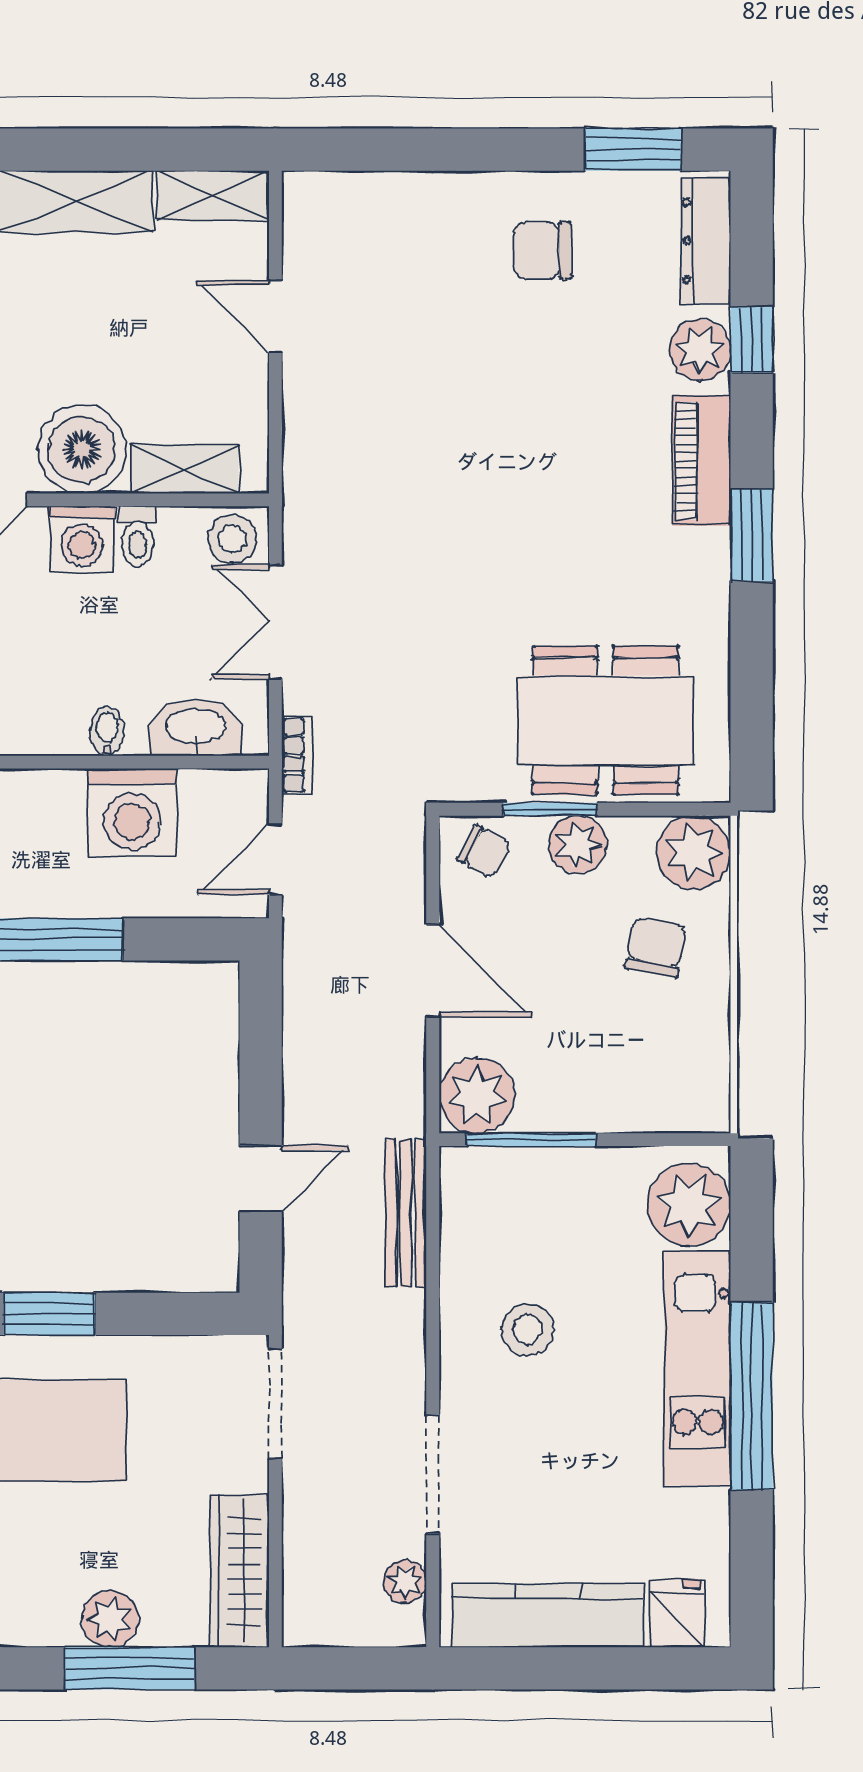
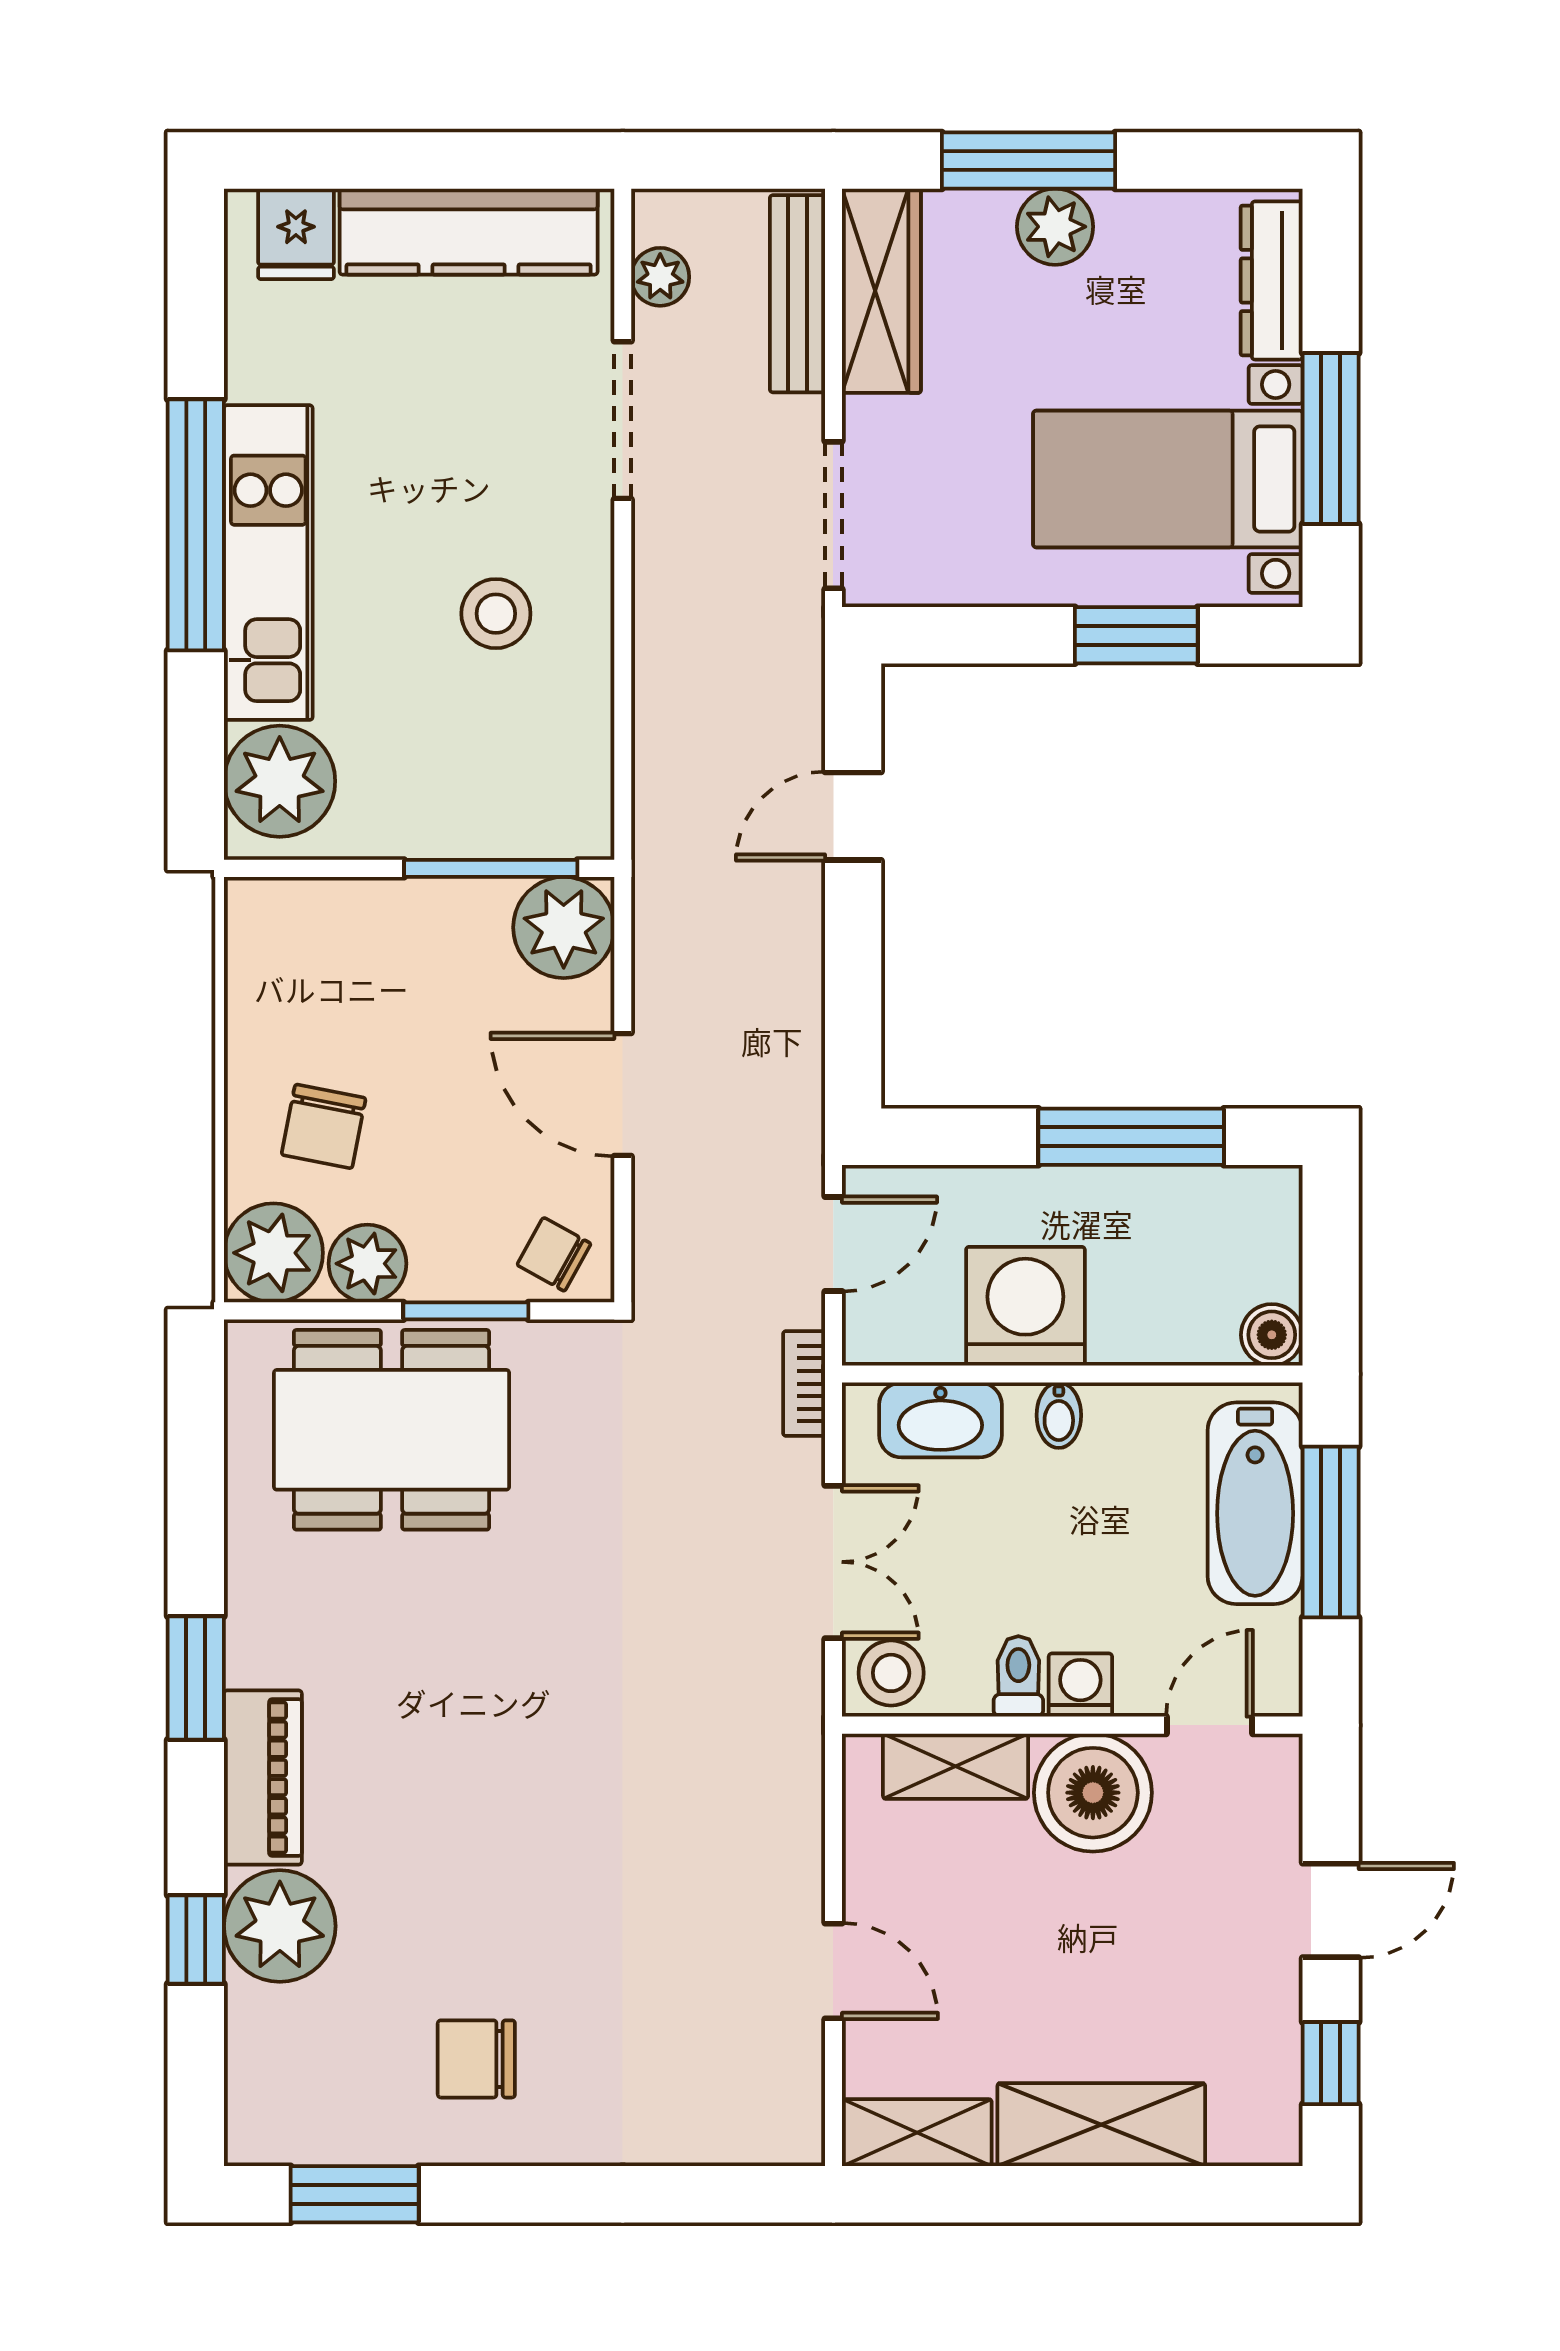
dresser: (706, 241) -> (257, 2072), removed
chair: (542, 251) -> (476, 2059), turned 180
plant: (700, 350) -> (280, 1926), width x1.36, depth x1.36
washing machine: (82, 539) -> (1080, 1685), width x0.73, depth x0.73
plant: (578, 845) -> (367, 1264), moved
bench: (406, 1213) -> (797, 294), moved

